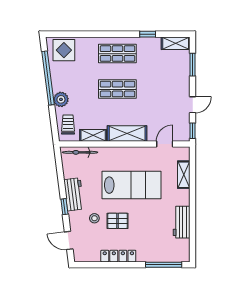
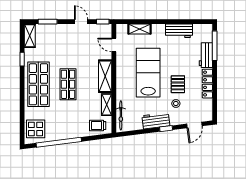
shop shelf: (117, 54) -> (38, 84), width x1.43, depth x1.36
plant: (61, 99) -> (77, 131), removed
workbench: (153, 254) -> (206, 55), added

